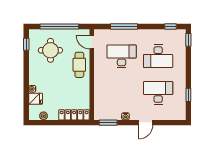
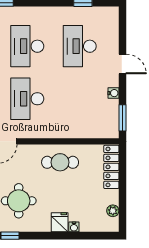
desk: (158, 56) -> (27, 46), turned 180
cafe table: (79, 65) -> (60, 162), moved
fridge: (36, 99) -> (60, 222), moved

